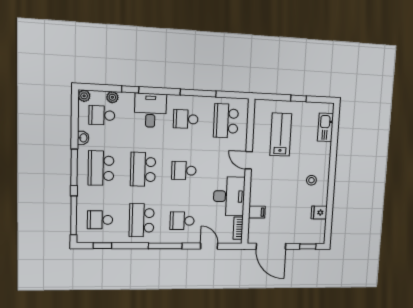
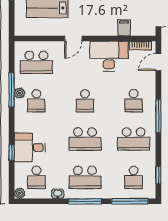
plant: (112, 97) -> (20, 93), moved
desk: (150, 110) -> (30, 148), moved
door: (209, 246) -> (158, 62), moved

